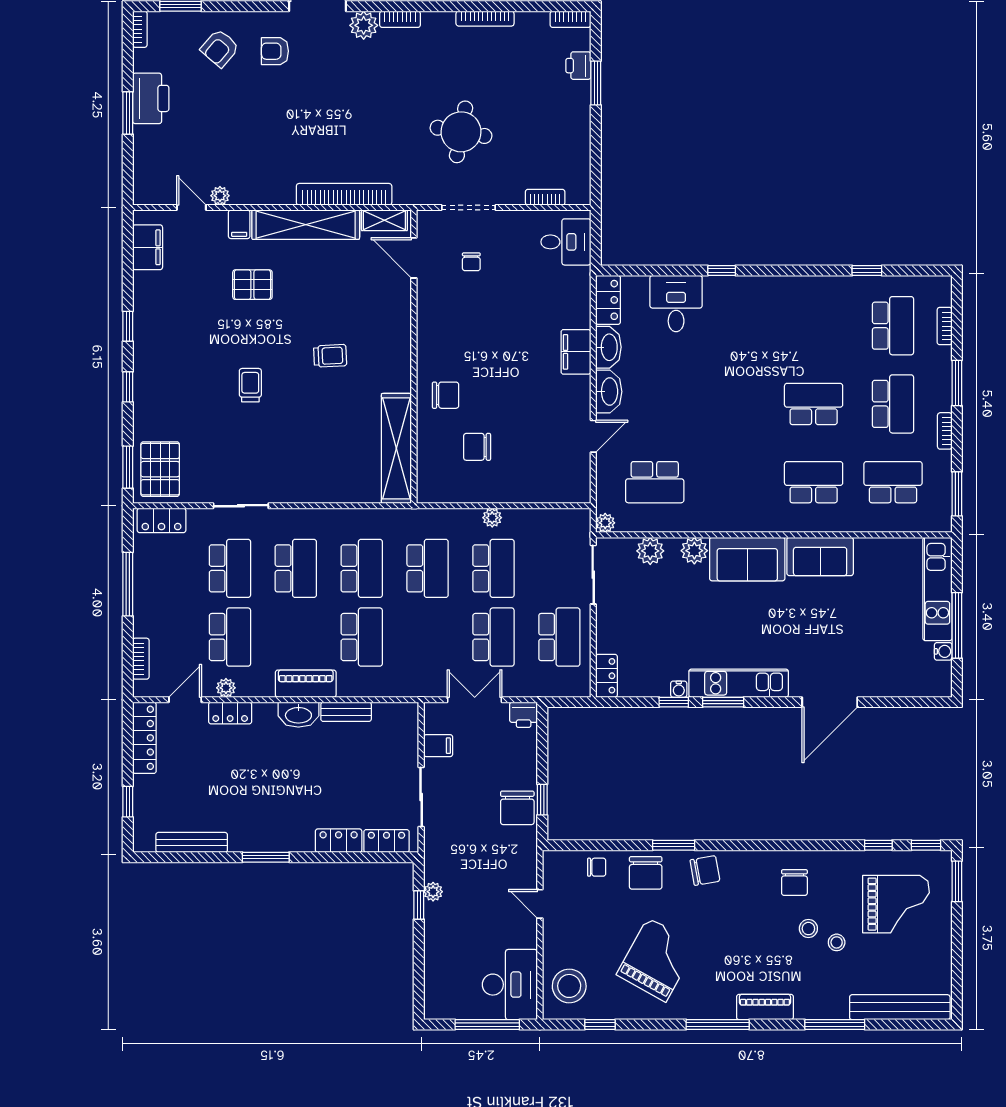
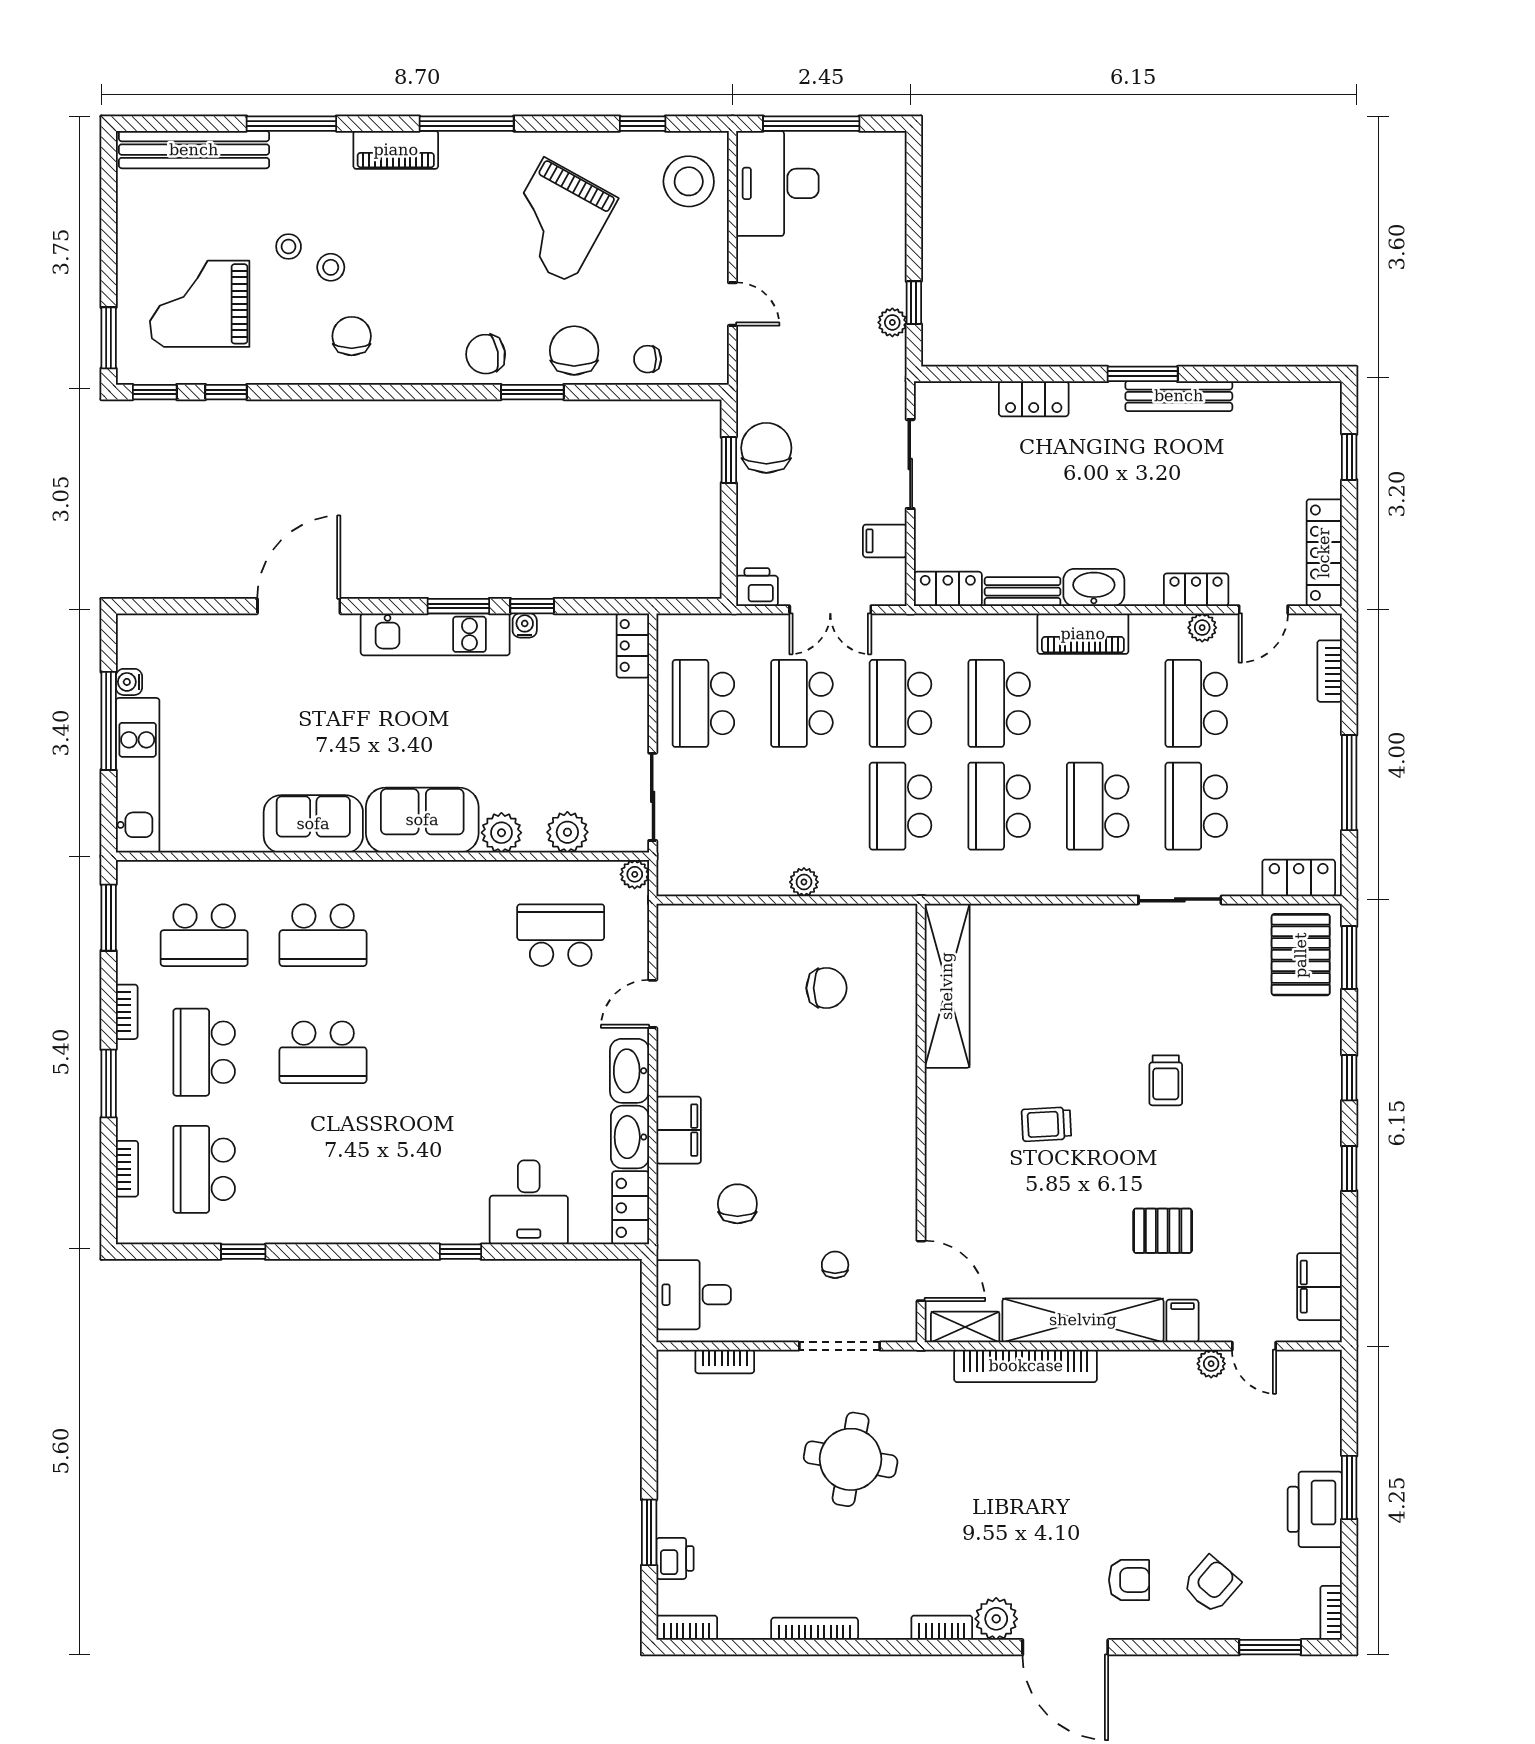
chair: (446, 395) -> (737, 1204), moved, turned 90
school desk: (493, 568) -> (901, 703), moved
locker: (386, 841) -> (948, 589), moved, turned 180
bench: (192, 842) -> (1179, 396), moved

